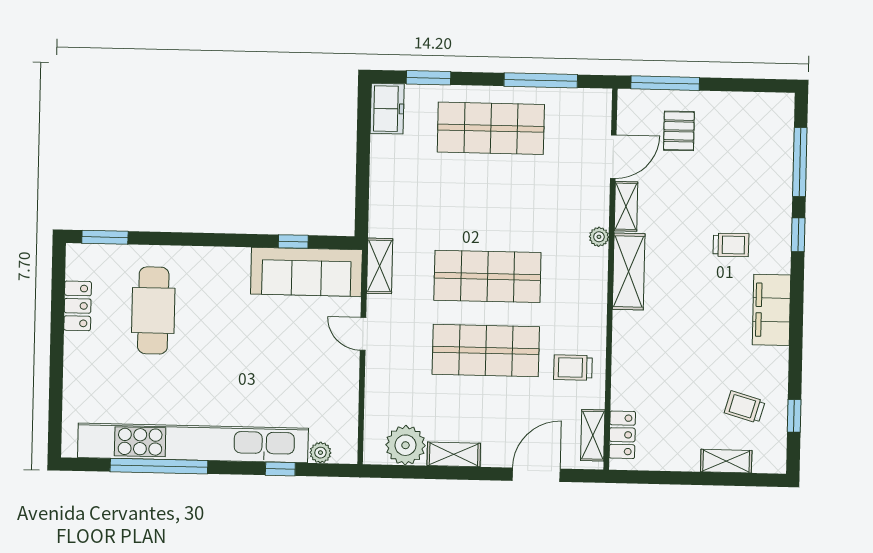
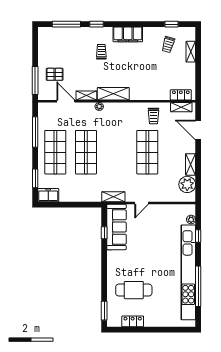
shop shelf: (487, 276) -> (86, 152), moved

